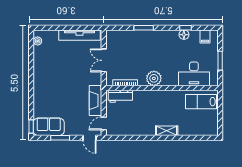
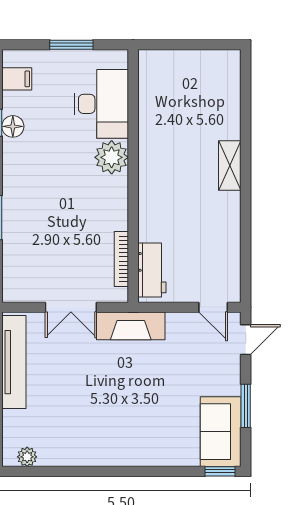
plant: (154, 78) -> (112, 157), moved
fireplace: (96, 100) -> (131, 326), moved
lab bench: (201, 102) -> (164, 88), removed

